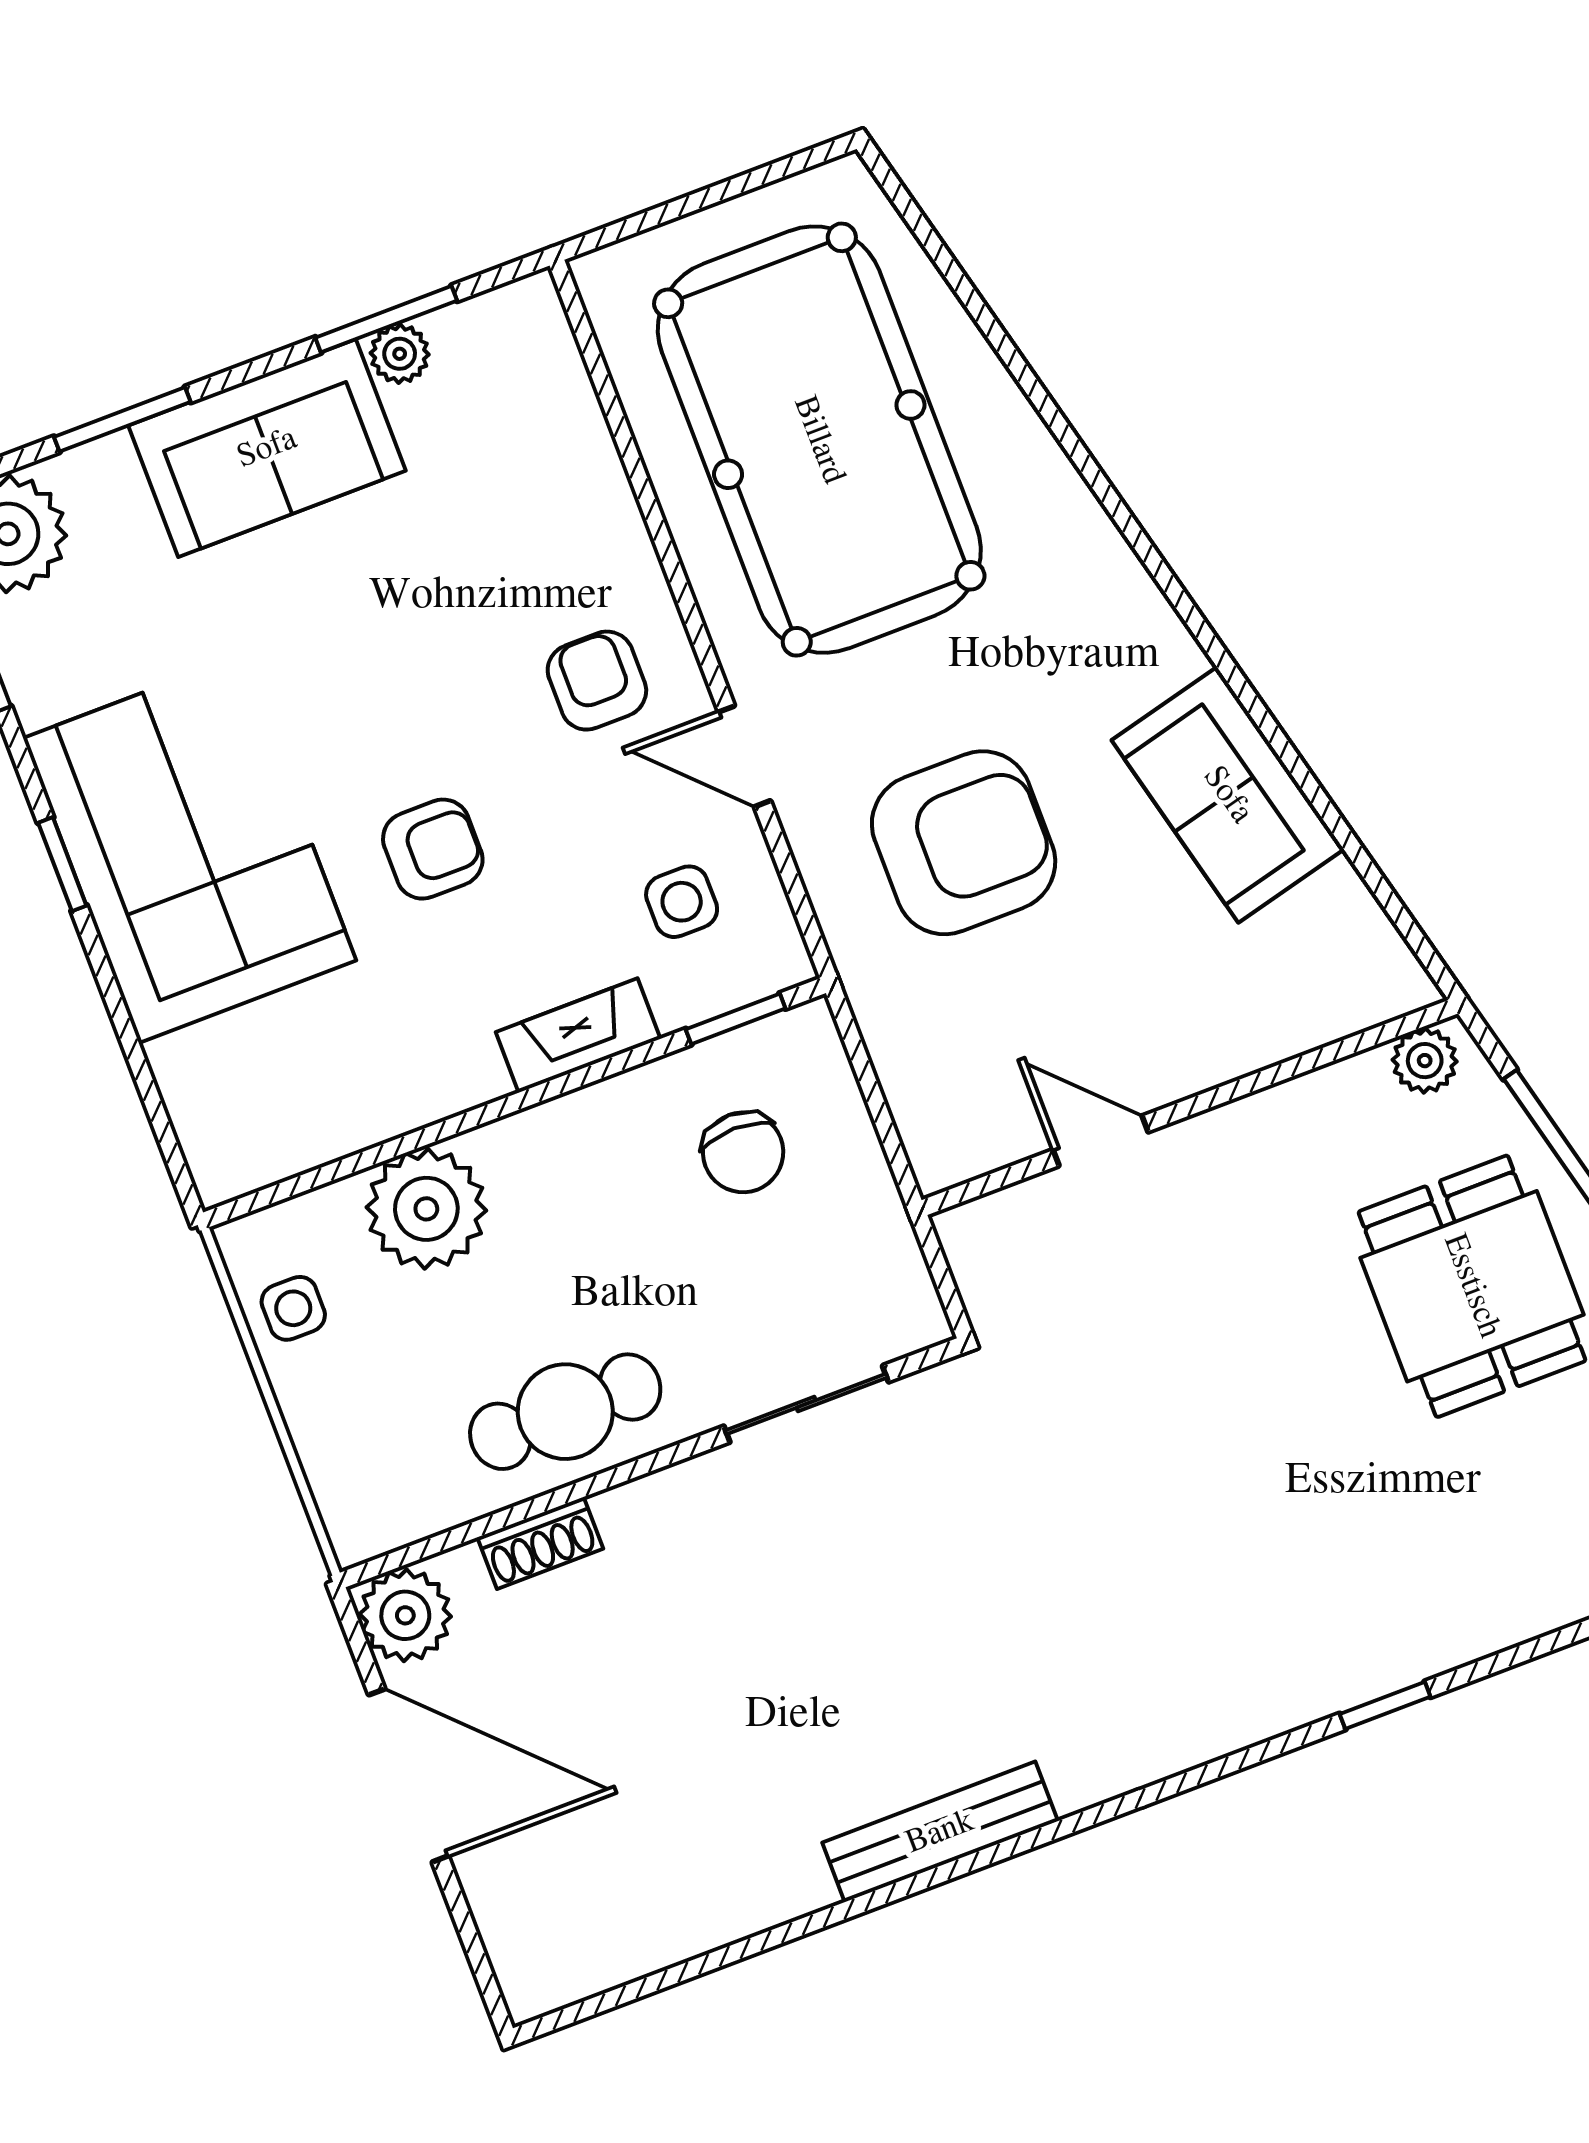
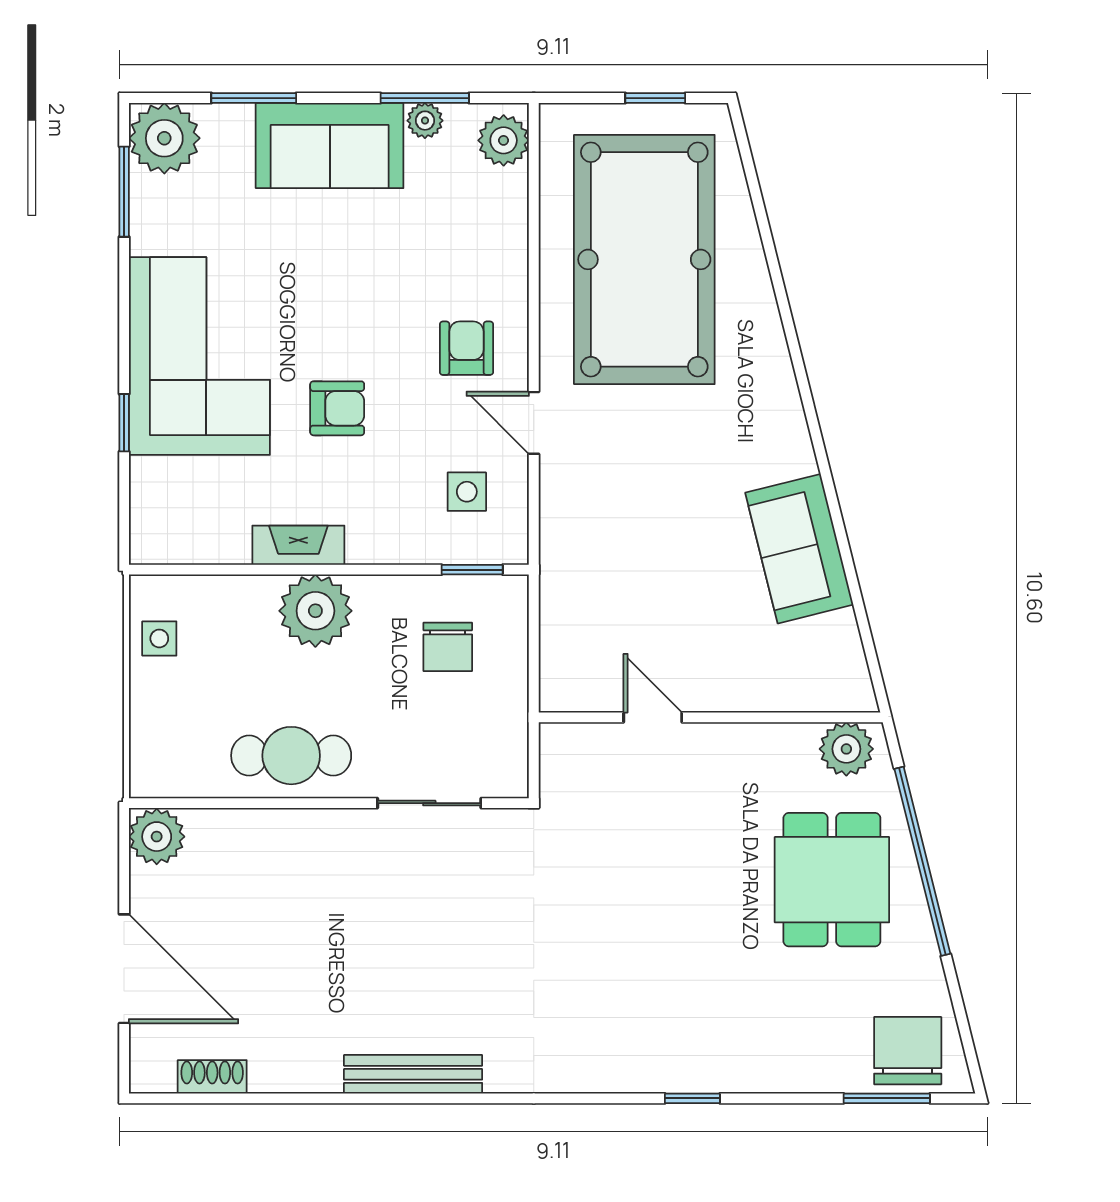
window: (742, 184) -> (655, 98), added
plant: (532, 338) -> (504, 140), added
armchair: (964, 843) -> (639, 519), removed
window: (62, 864) -> (124, 423), moved
fireplace: (578, 1035) -> (298, 545), moved
plant: (1425, 1061) -> (846, 749), width x1.38, depth x1.38
plant: (426, 1209) -> (315, 611), moved
shoe rack: (540, 1543) -> (212, 1077), moved, turned 180
door: (408, 1775) -> (124, 969), moved

